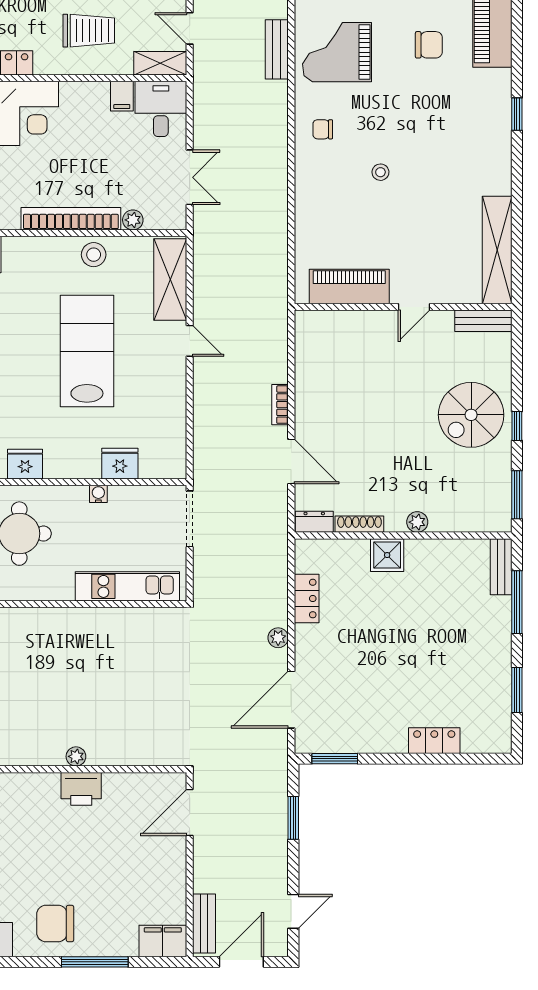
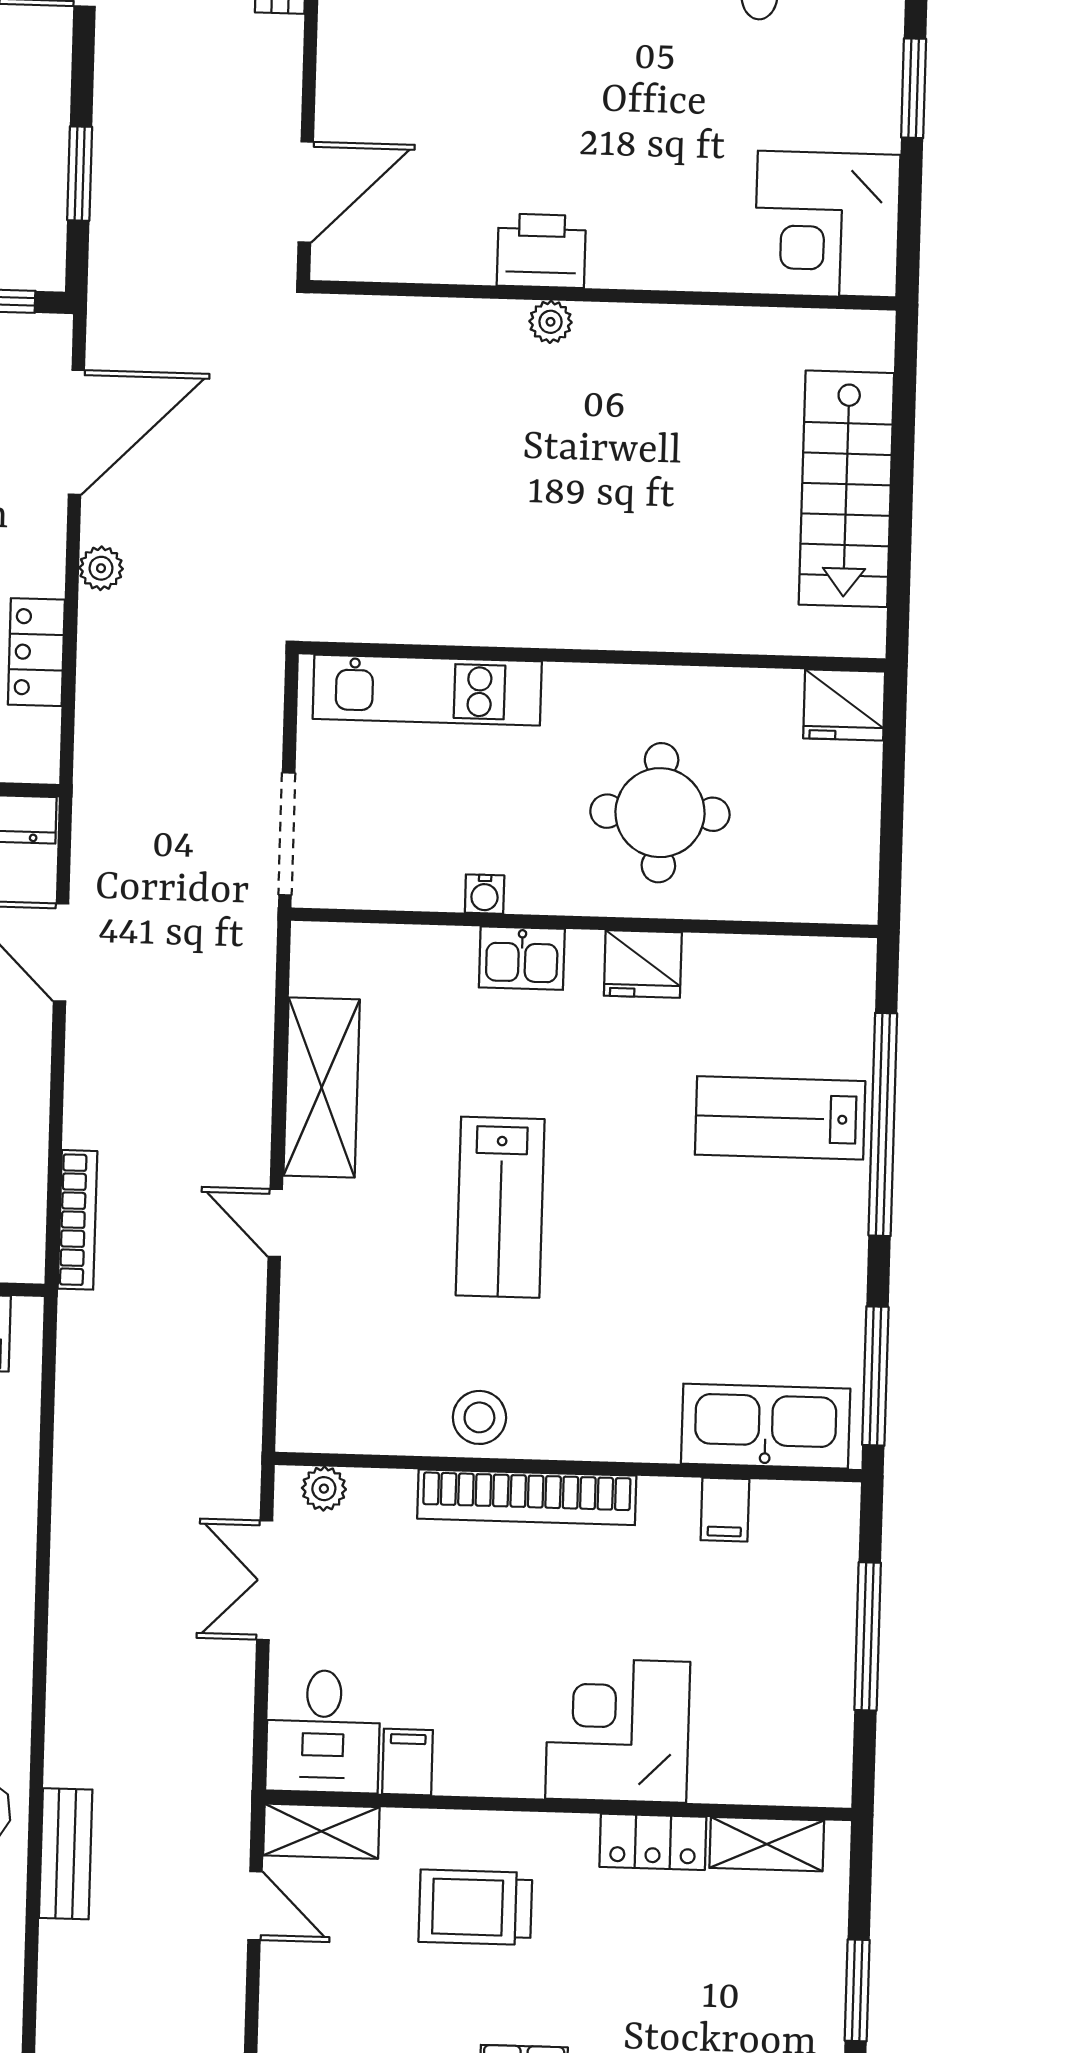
plant: (133, 220) -> (324, 1489), moved
shelving: (170, 279) -> (322, 1088), moved
lab bench: (87, 351) -> (500, 1207), width x0.73, depth x0.72
bookcase: (280, 405) -> (77, 1220), moved, width x1.56
fridge: (120, 464) -> (436, 959), removed
kitchen sink: (80, 465) -> (522, 958), added

